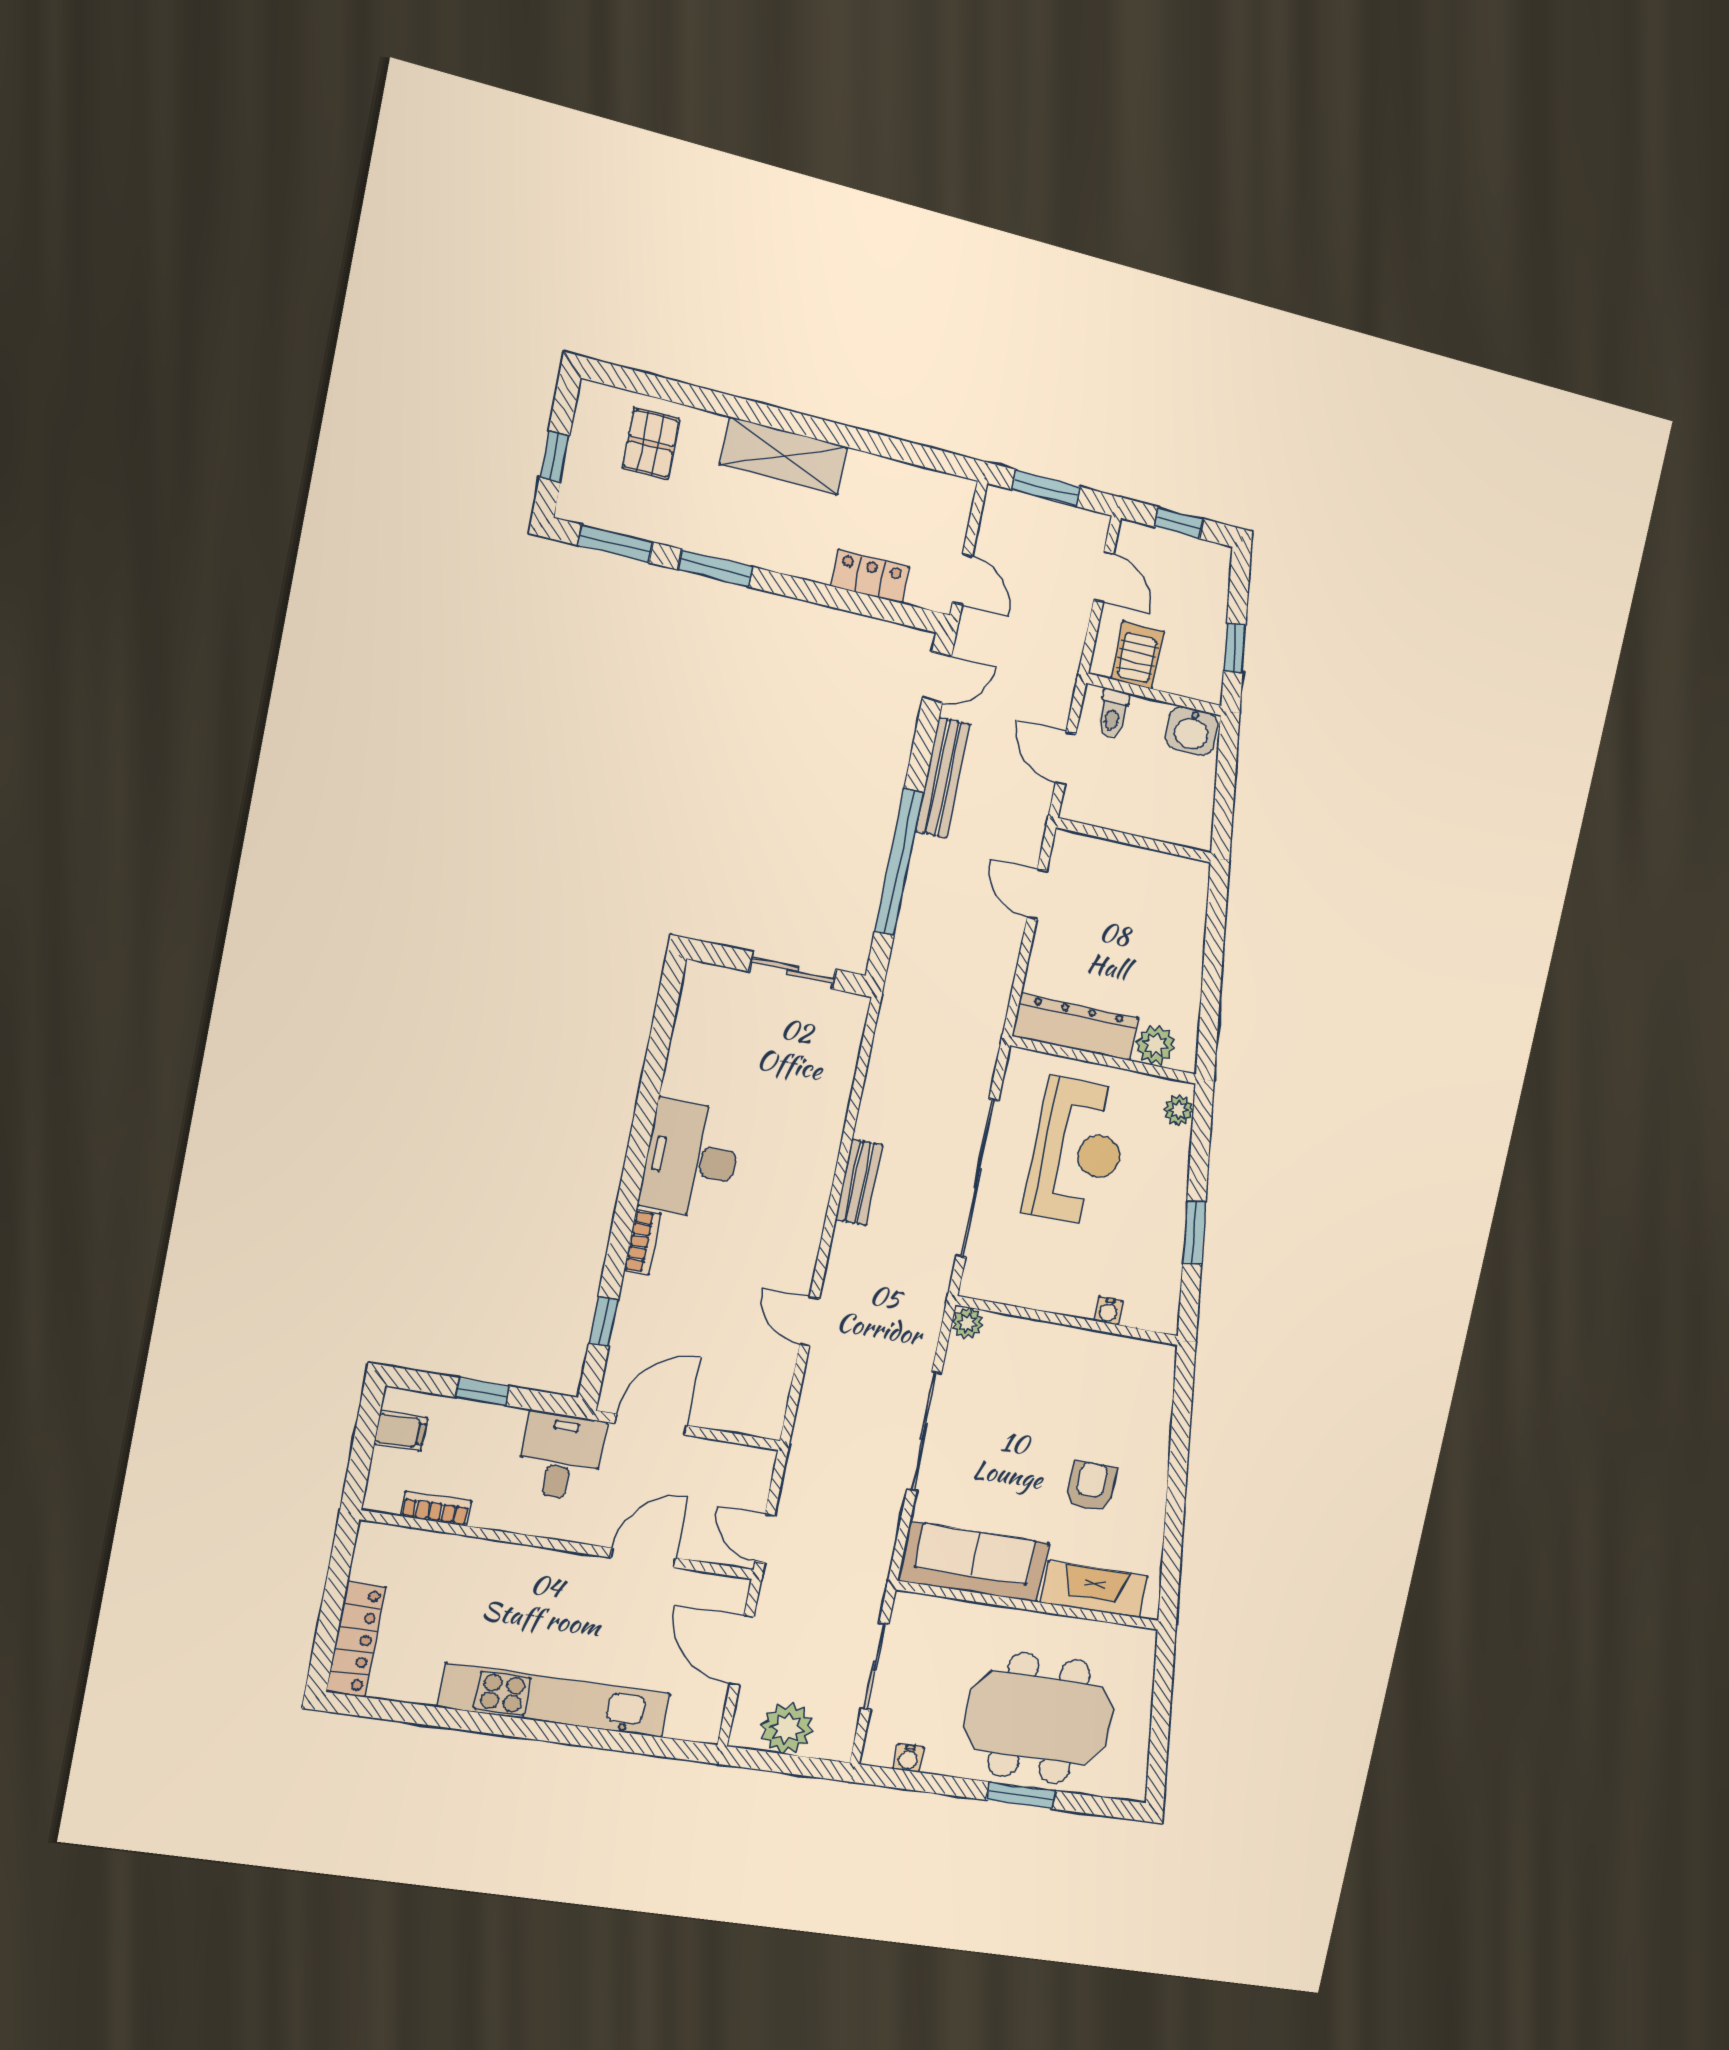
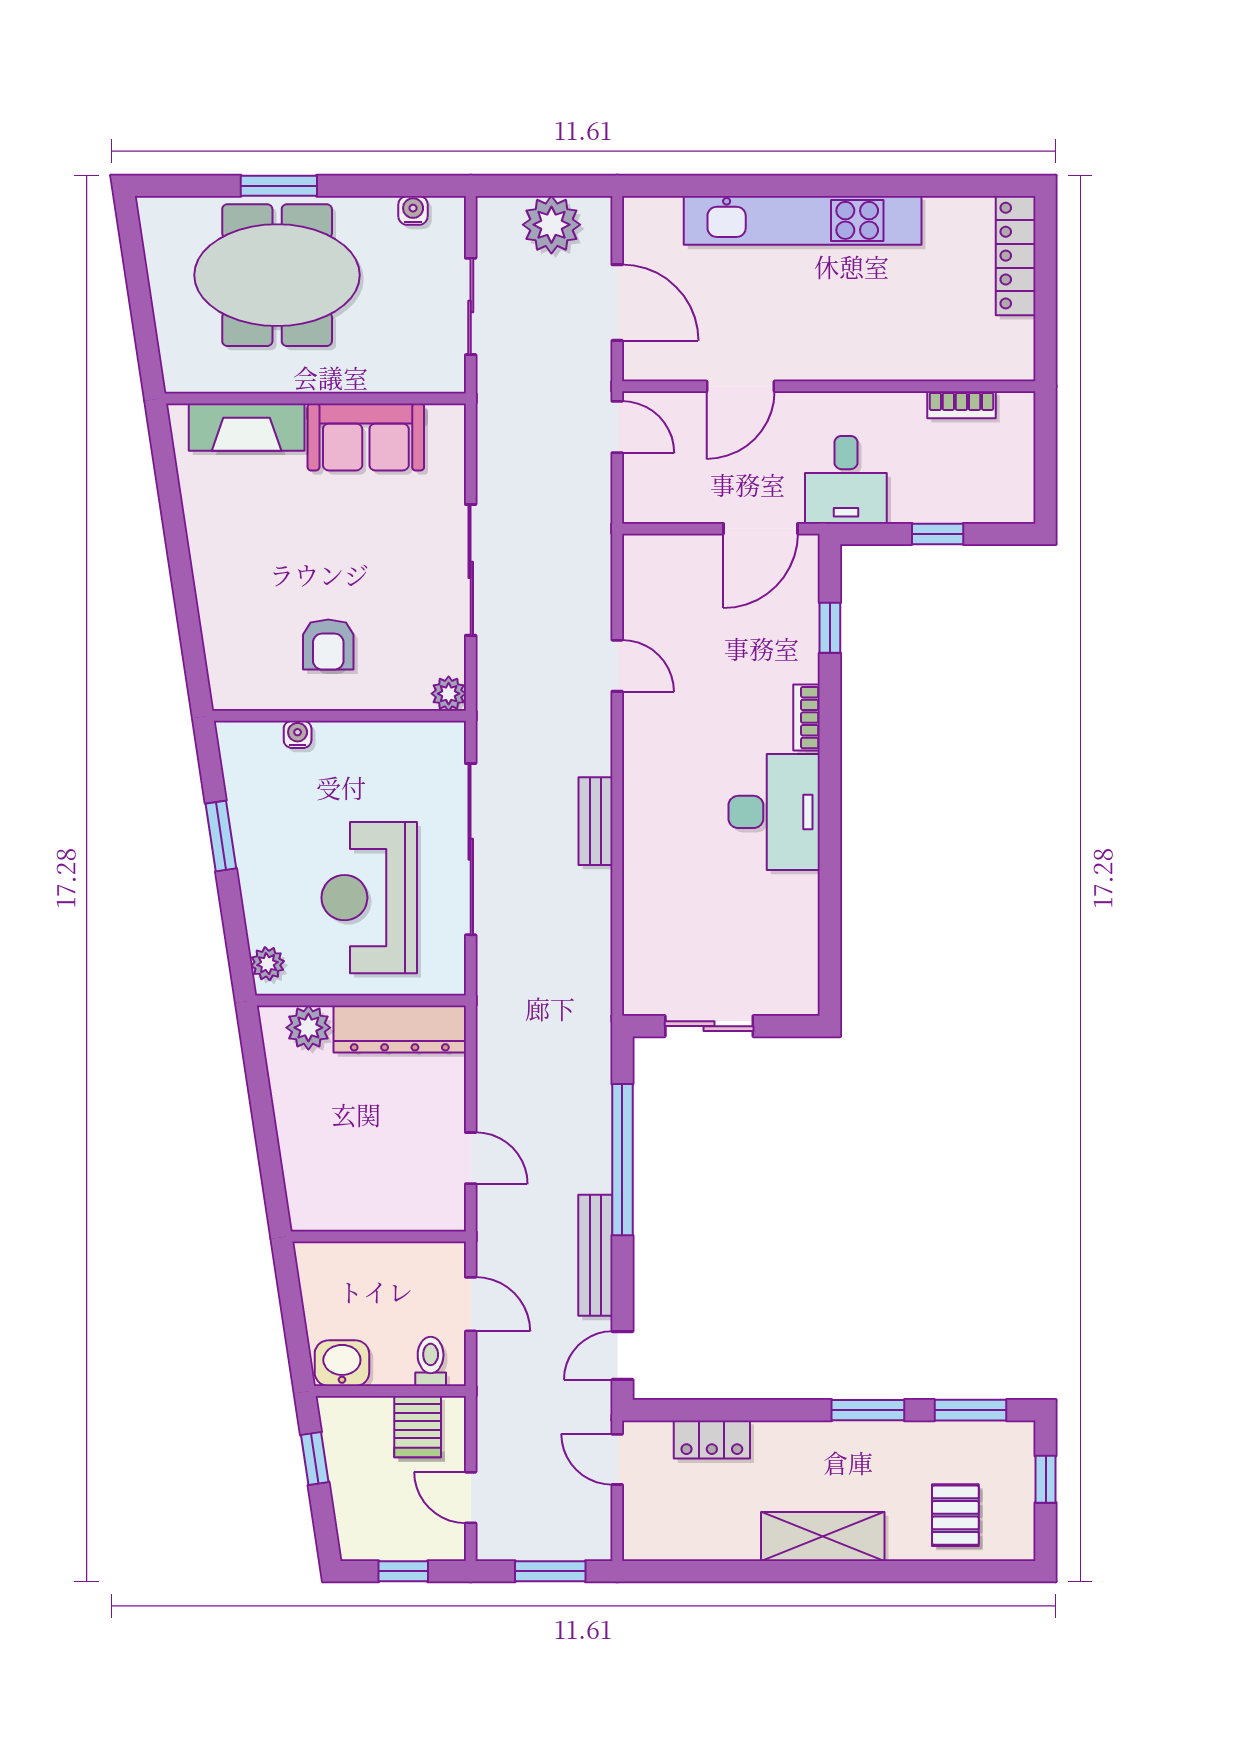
filing cabinet: (401, 1431) -> (1011, 480), removed
armchair: (1091, 1486) -> (328, 644), moved
sofa: (974, 1562) -> (366, 437), width x0.73

